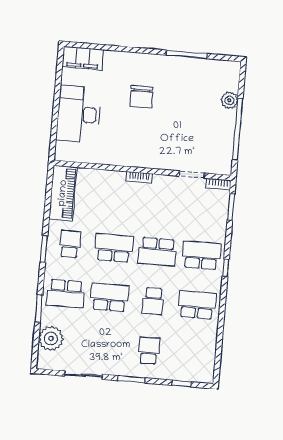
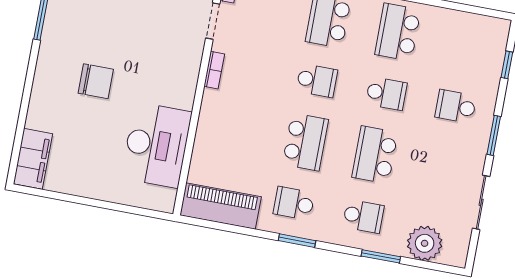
desk: (78, 114) -> (156, 145), moved, turned -90
bookcase: (139, 177) -> (214, 70), moved
school desk: (114, 248) -> (305, 142), turned 180
school desk: (157, 252) -> (317, 81), width x0.54
school desk: (66, 294) -> (363, 216), width x0.54

